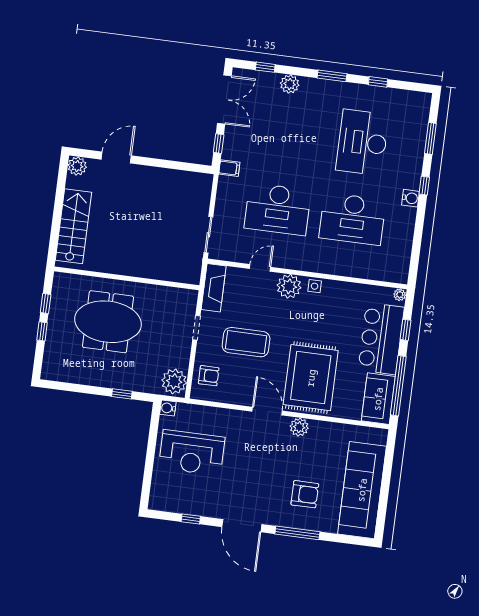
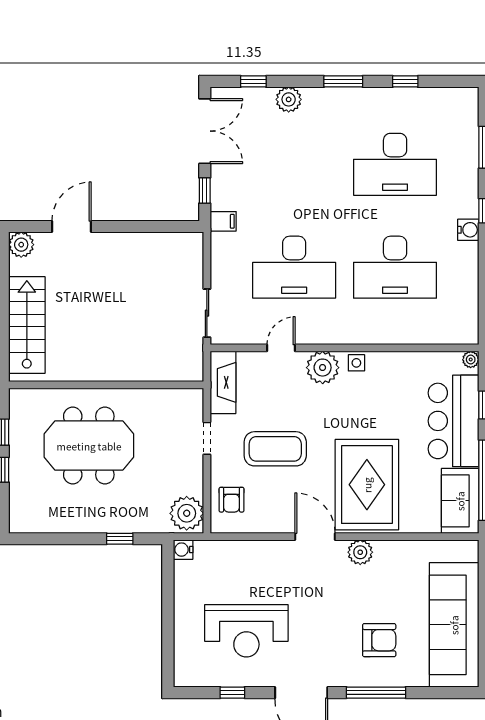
desk: (362, 142) -> (395, 164), turned -90
armchair: (209, 376) -> (232, 500), turned 90
reception desk: (192, 453) -> (246, 631), moved

